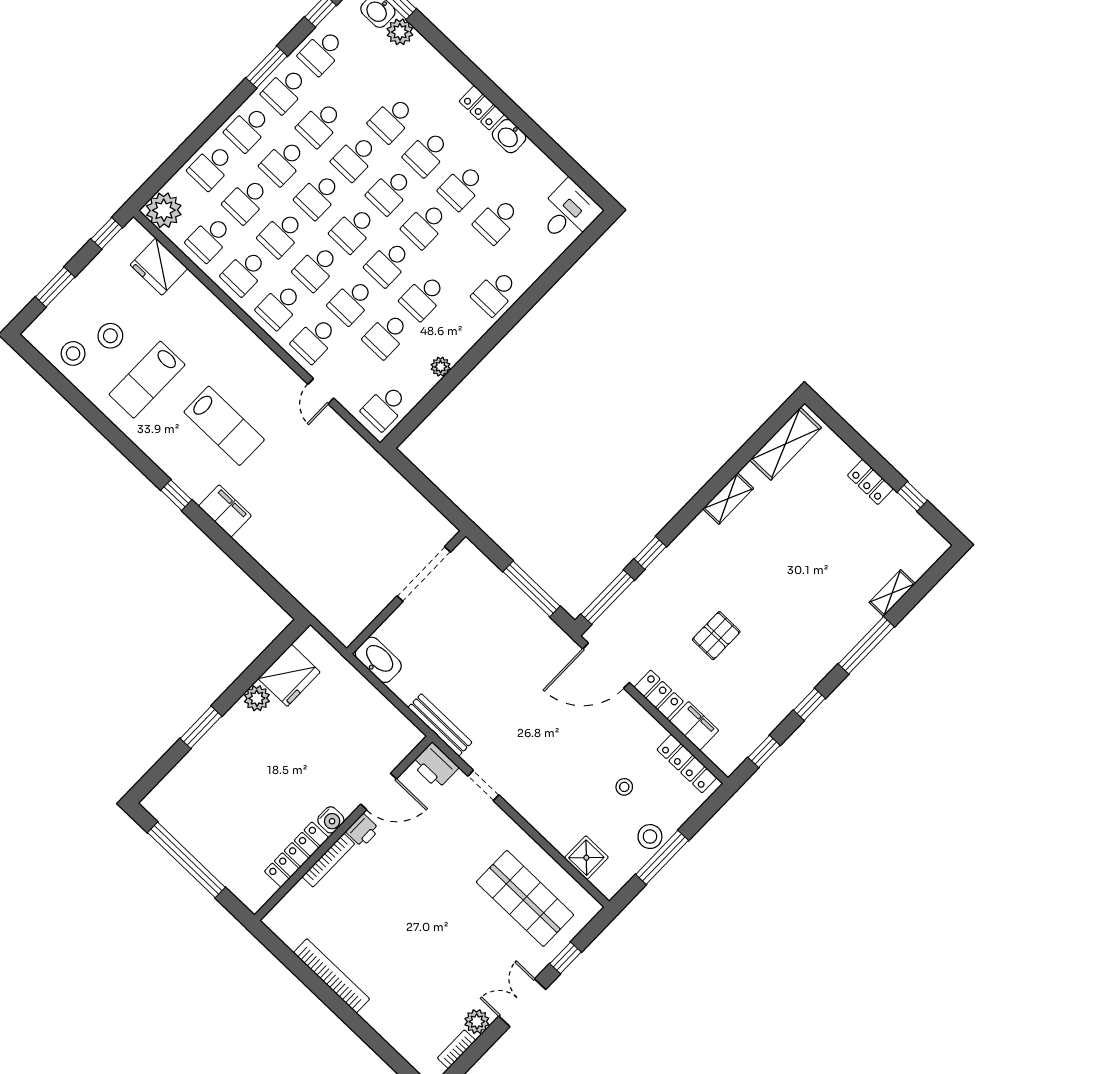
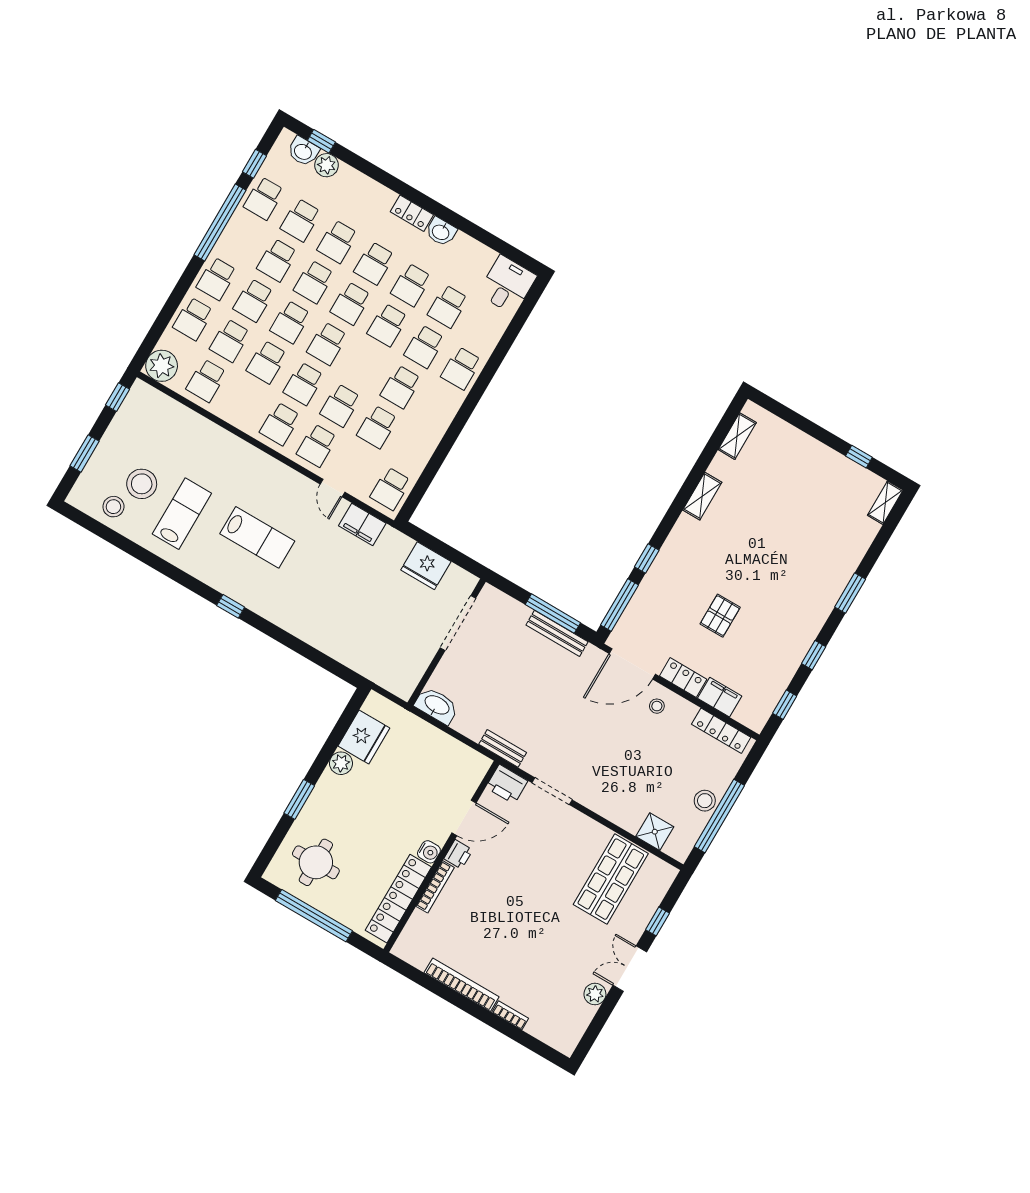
window: (267, 67) -> (220, 223), width x2.11
school desk: (285, 90) -> (301, 220), moved
school desk: (388, 263) -> (424, 347), moved
fridge: (159, 267) -> (426, 566), moved
school desk: (245, 272) -> (243, 402), removed
stool: (110, 336) -> (142, 484), width x1.38, depth x1.38
plant: (441, 367) -> (430, 443), removed
lab bench: (147, 380) -> (182, 514), turned 180
shelving: (786, 444) -> (737, 436), width x0.67, depth x0.75
locker: (870, 482) -> (820, 453), removed
filing cabinet: (225, 511) -> (362, 524), moved, turned 180
shelving: (892, 593) -> (885, 503), moved
bench: (531, 612) -> (557, 633), added
window: (866, 645) -> (850, 593), width x0.69
bench: (440, 725) -> (503, 748), width x0.73
doorway: (483, 786) -> (552, 791), width x1.38
stool: (624, 787) -> (657, 706), moved
round table: (203, 801) -> (316, 862), added
locker: (297, 855) -> (398, 899), width x1.41, depth x1.21
window: (662, 857) -> (719, 816), width x1.46
shop shelf: (525, 898) -> (611, 879), turned 90
bookcase: (456, 1049) -> (510, 1015), moved, turned 90

